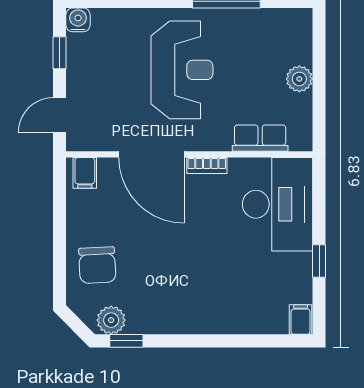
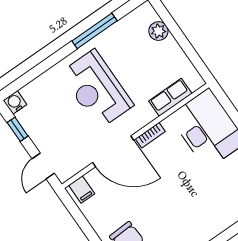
reception desk: (182, 70) -> (97, 89), turned 180
plant: (299, 79) -> (158, 31), moved

